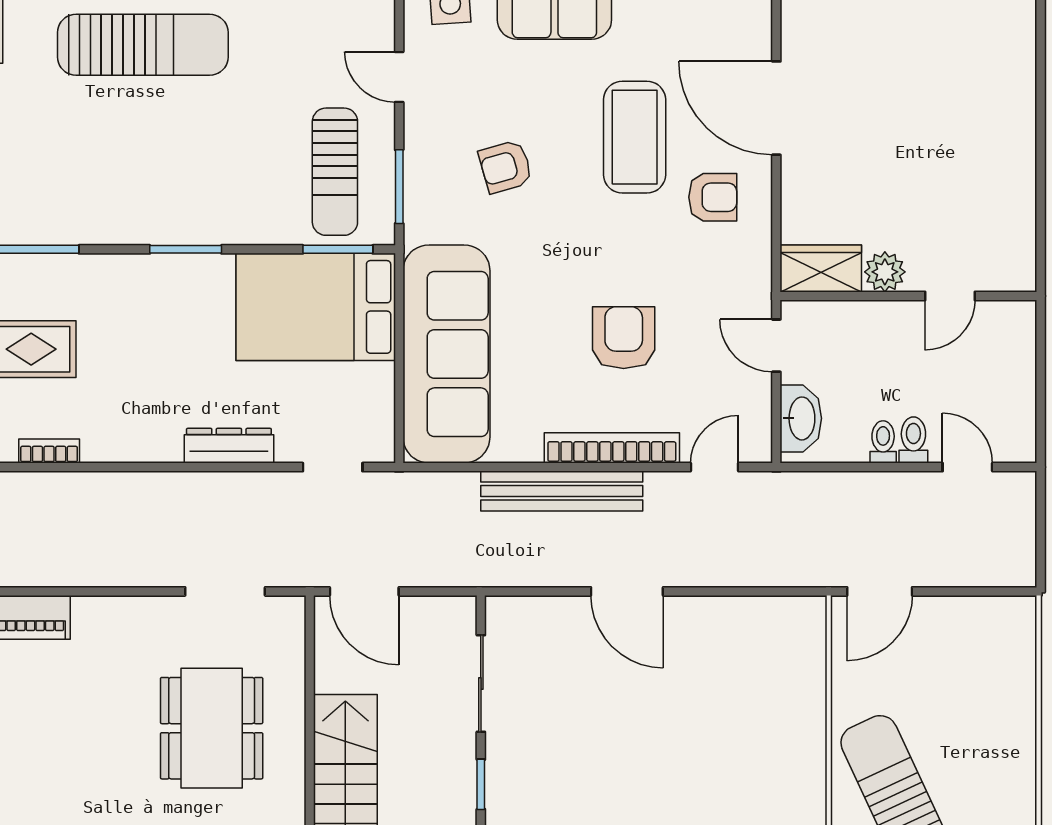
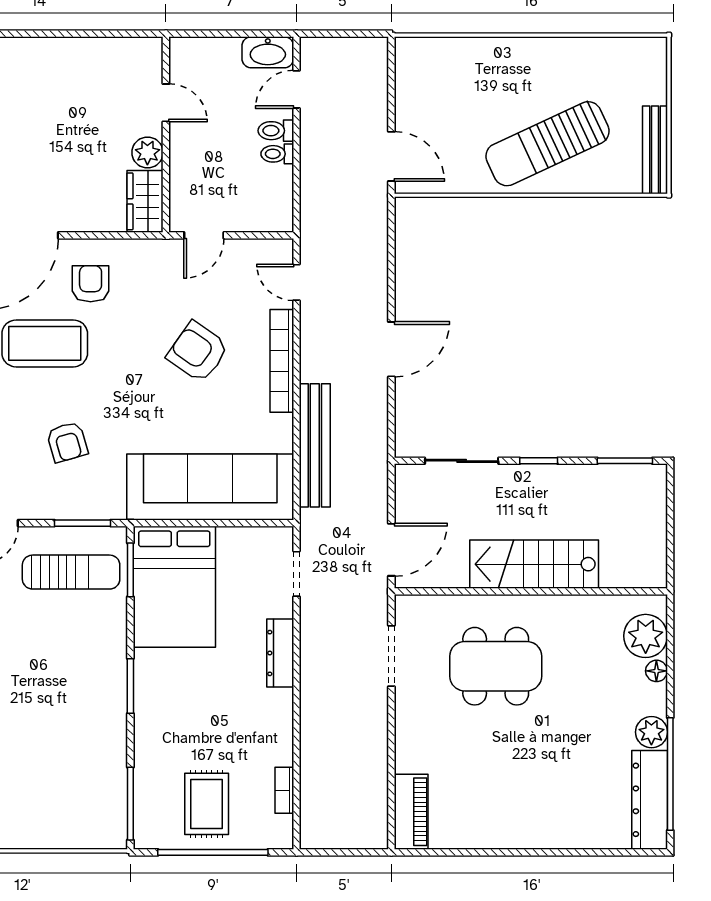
armchair: (624, 338) -> (198, 352), turned 35
washbasin: (801, 418) -> (268, 52), moved, turned 180
bench: (562, 491) -> (315, 445), moved

